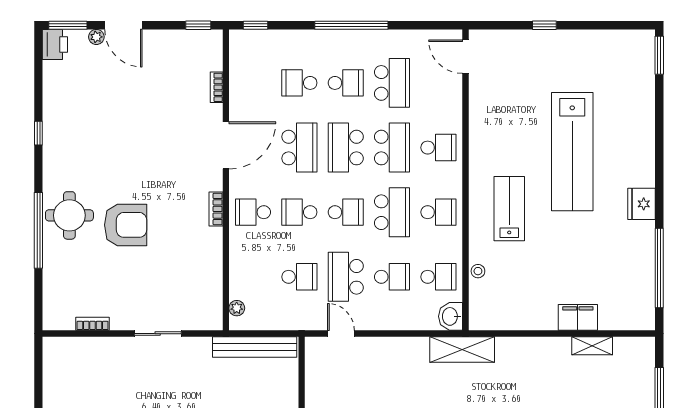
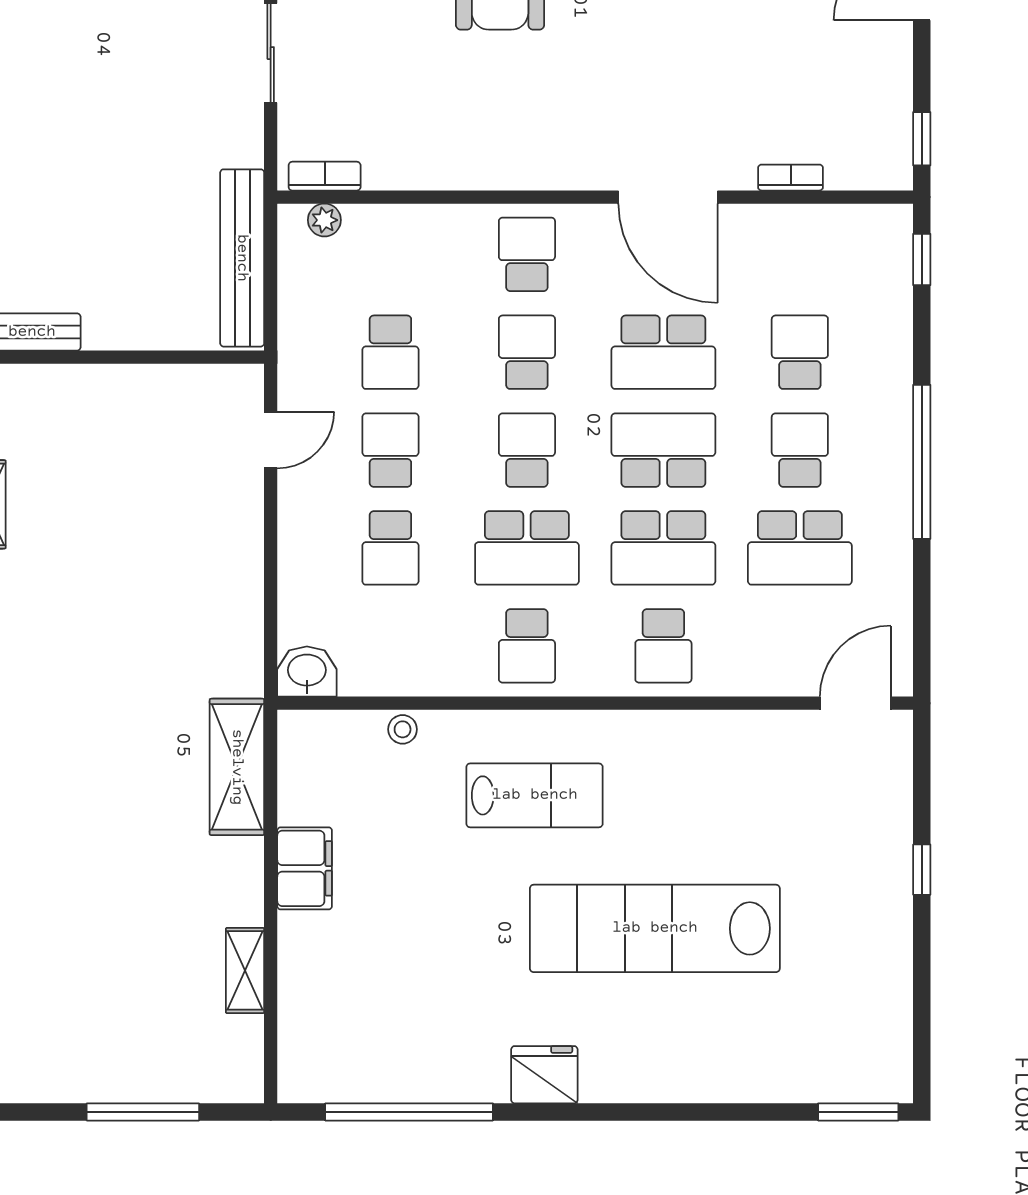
school desk: (346, 83) -> (800, 450), turned 180
bookcase: (216, 209) -> (325, 176), moved
school desk: (346, 212) -> (527, 450), turned 180
school desk: (346, 277) -> (390, 450), width x0.54
school desk: (438, 277) -> (390, 646), removed
filing cabinet: (578, 317) -> (305, 868), moved
shelving: (462, 350) -> (237, 767), moved

